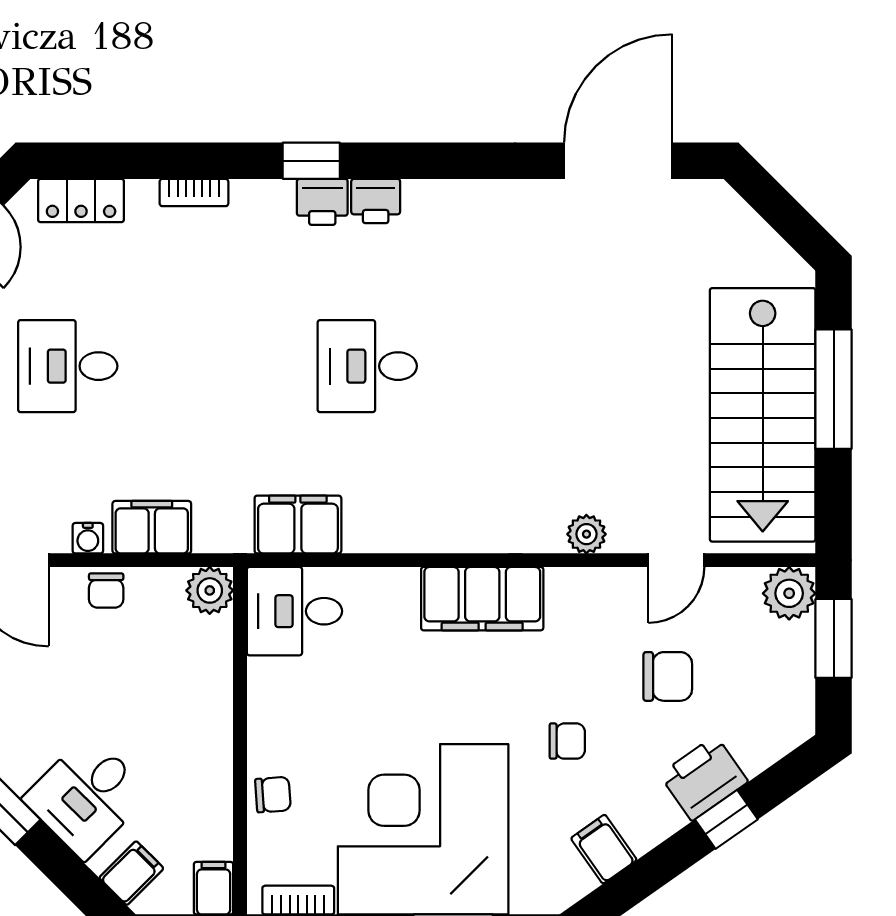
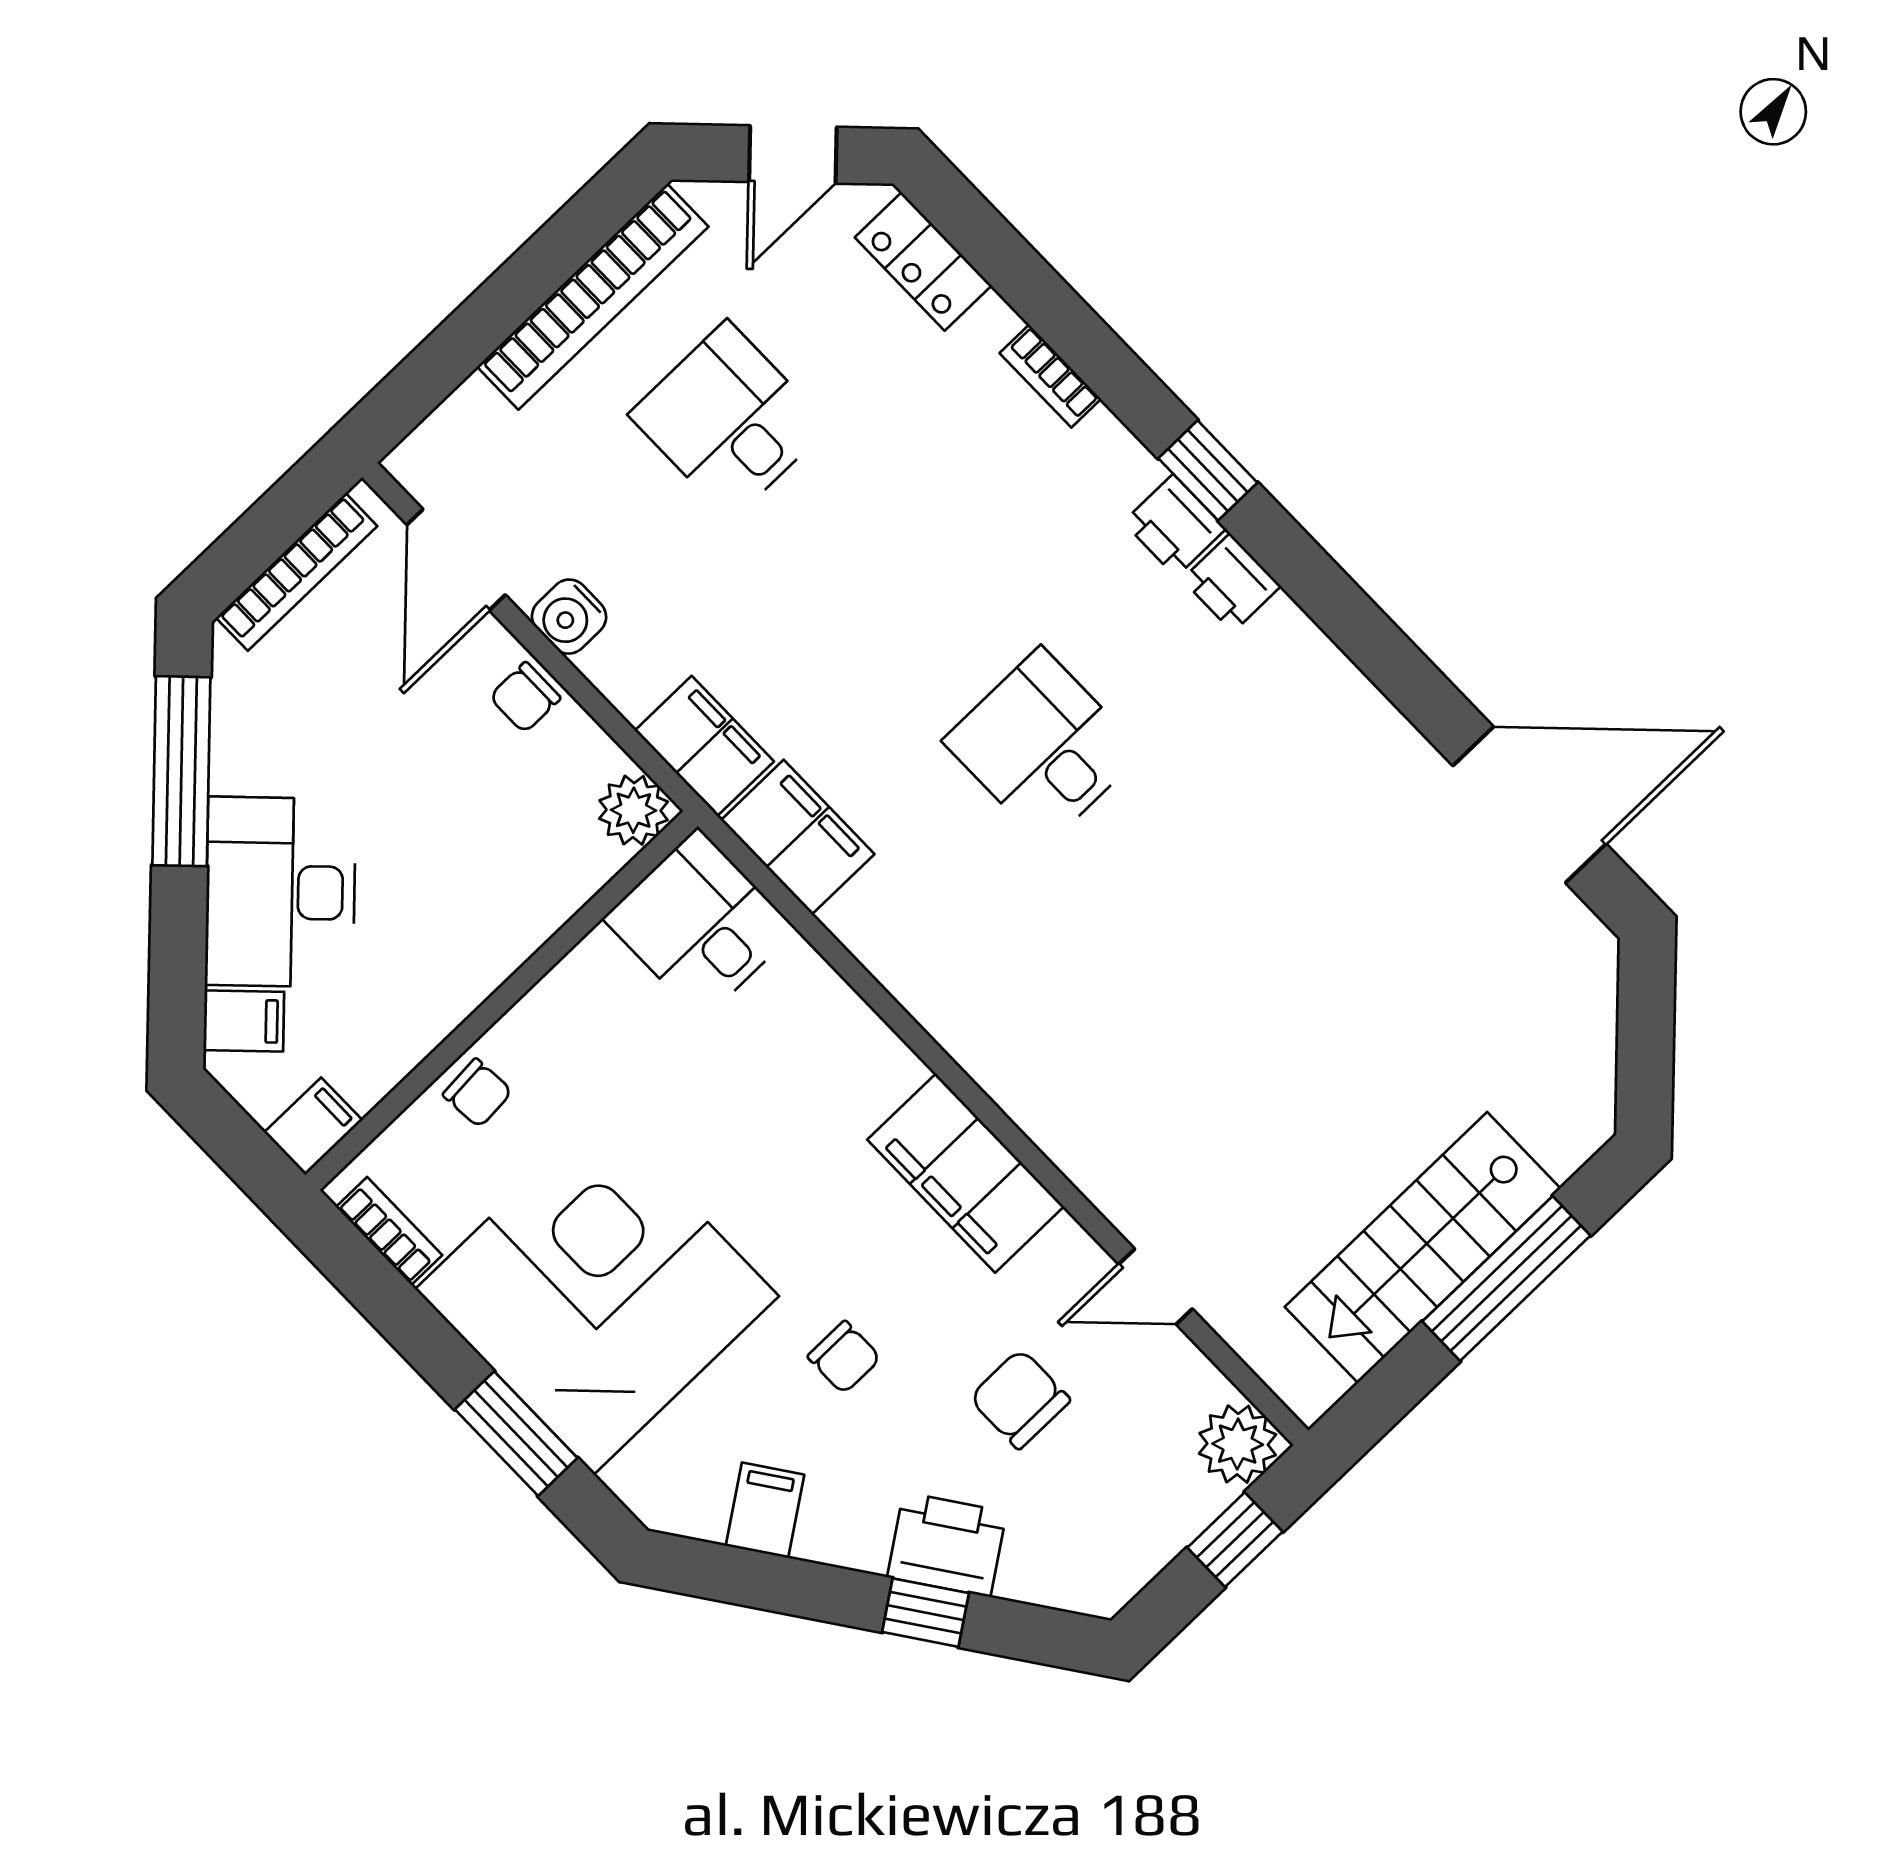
stairs: (763, 415) -> (1423, 1248), width x0.73, depth x0.66
filing cabinet: (152, 527) -> (704, 746), moved
plant: (586, 534) -> (1090, 1161), removed
water cooler: (88, 538) -> (569, 617), width x1.38, depth x1.38
filing cabinet: (482, 599) -> (966, 1173), moved
window: (834, 638) -> (1235, 1540), width x0.67
chair: (668, 676) -> (1020, 1399), turned 180
desk: (87, 796) -> (280, 892), width x1.37

